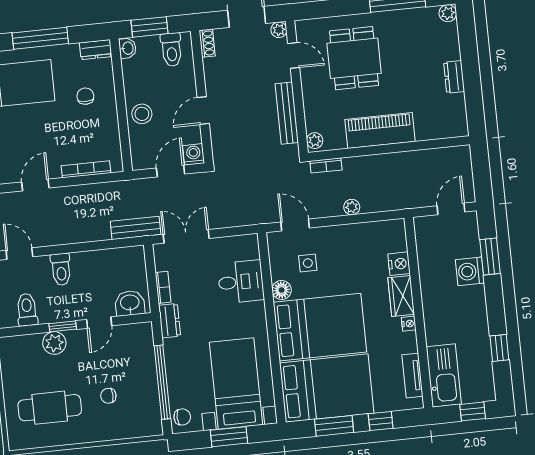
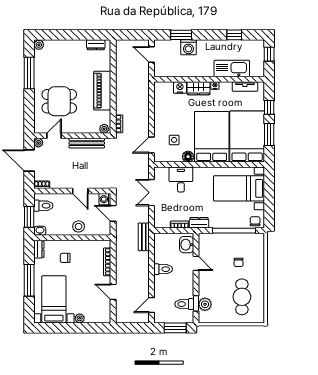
dresser: (454, 77) -> (96, 45), moved
plant: (352, 207) -> (145, 111), removed
double door: (186, 236) -> (152, 193), moved
toilet: (61, 269) -> (163, 269), moved
window: (63, 326) -> (196, 303), moved
plant: (54, 343) -> (205, 304), moved
kitchen sink: (444, 376) -> (232, 69), moved
window: (229, 437) -> (269, 196), removed

